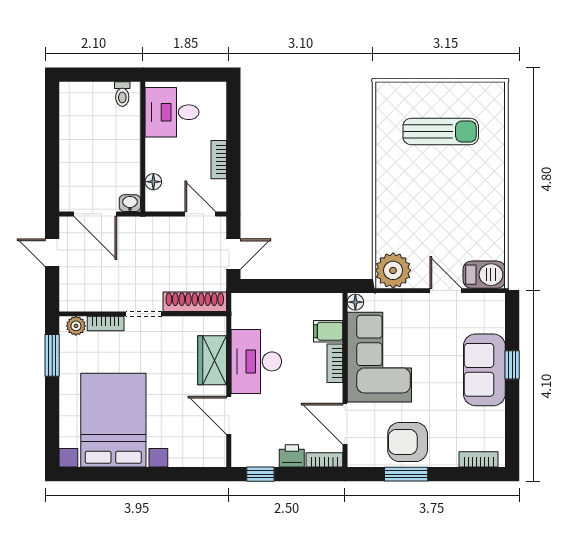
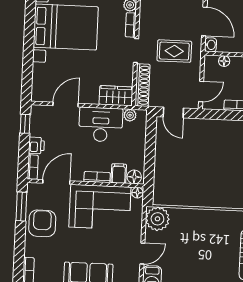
door: (95, 214) -> (204, 21), swing flipped
rug: (142, 257) -> (174, 51), added
floor lamp: (332, 308) -> (134, 177), added
plant: (240, 318) -> (130, 115), added
wardrobe: (212, 360) -> (116, 96), moved
window: (406, 474) -> (21, 207), moved

